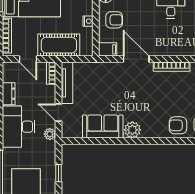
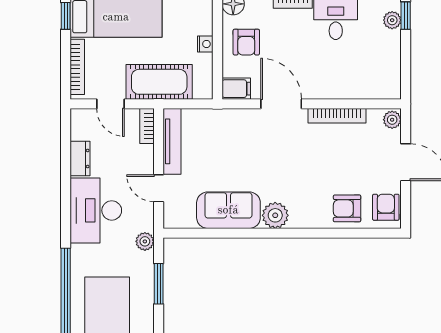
armchair: (114, 20) -> (246, 42), turned 90
plant: (50, 134) -> (145, 241), moved
window: (58, 173) -> (159, 284), width x1.50

